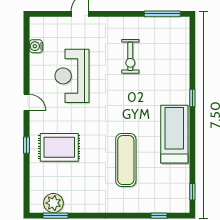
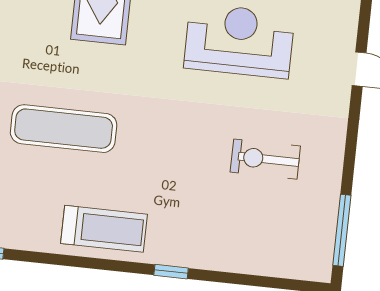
treadmill: (174, 134) -> (104, 229), width x0.73, depth x0.73

